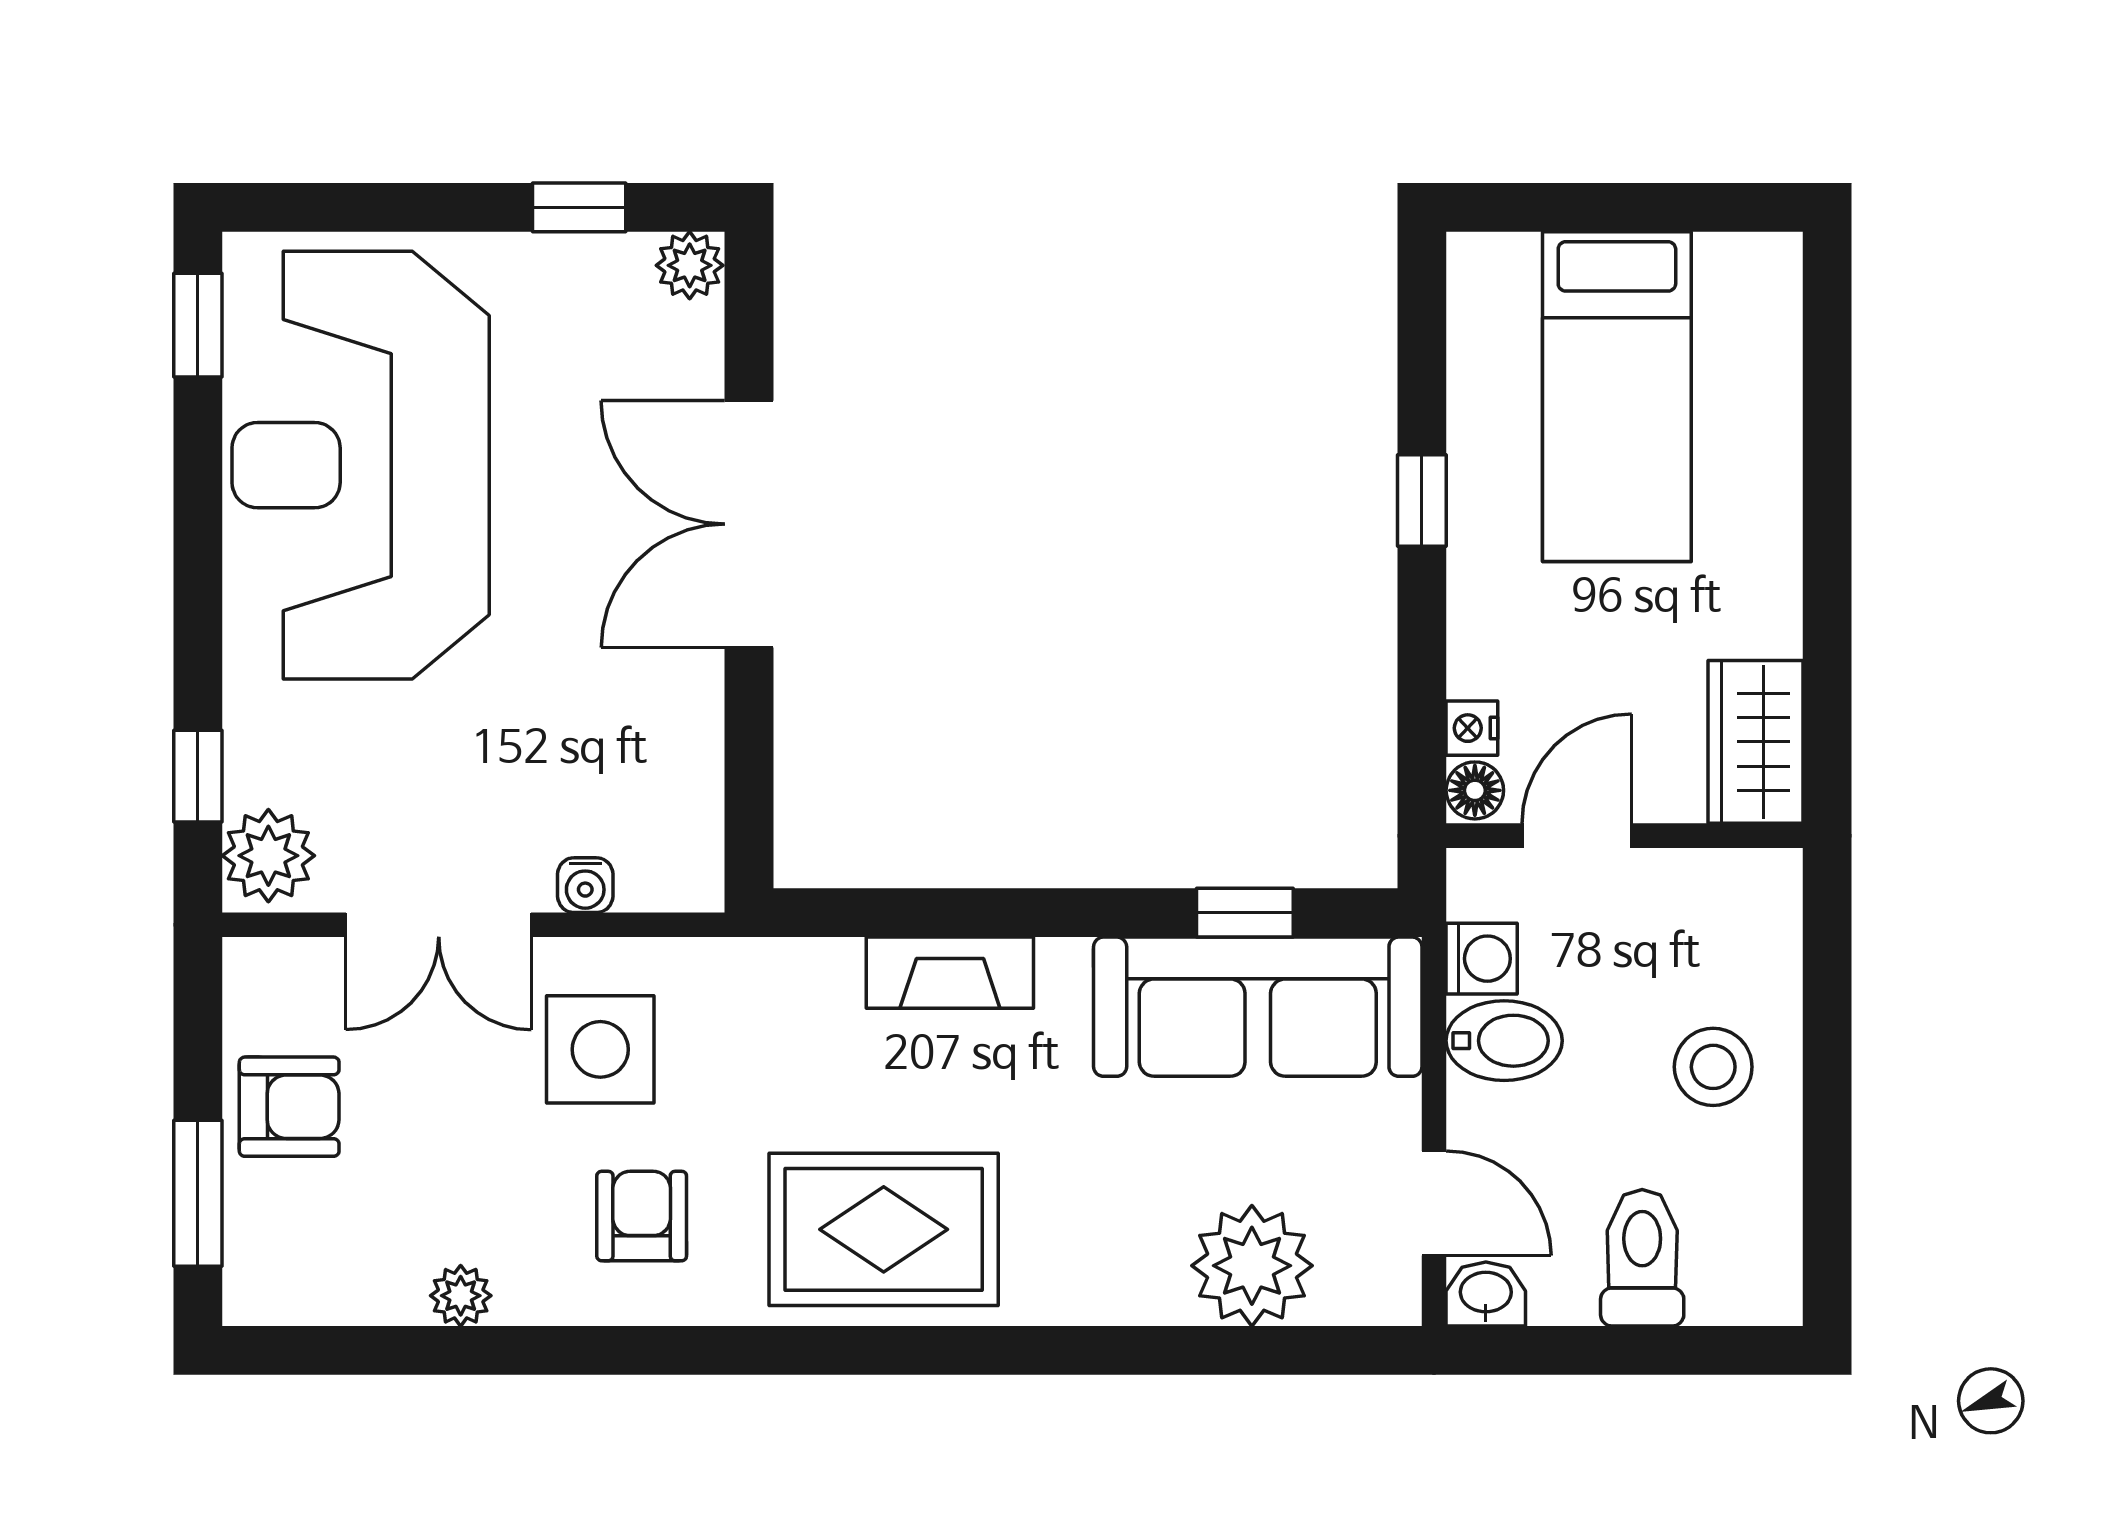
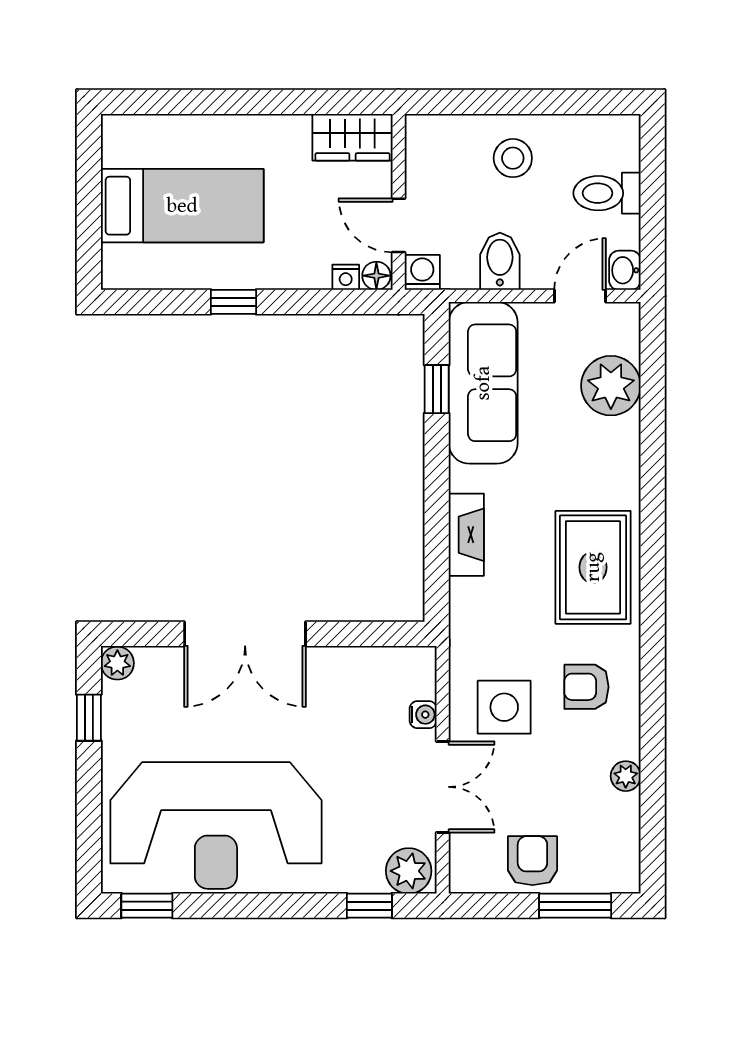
washing machine: (1482, 959) -> (422, 272), moved

